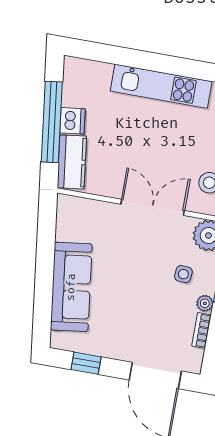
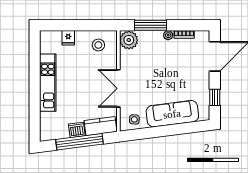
double door: (153, 207) -> (118, 88), moved
side table: (183, 274) -> (134, 119), moved

